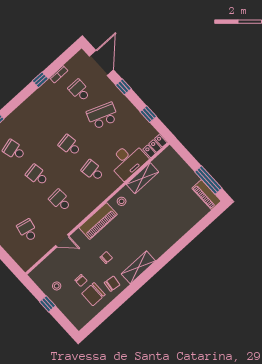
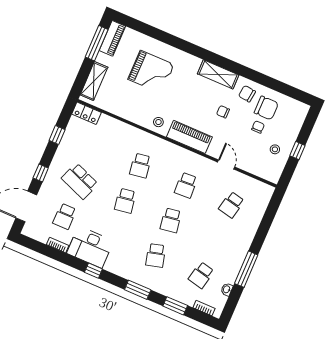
window: (40, 80) -> (93, 271), moved
desk: (128, 161) -> (90, 247), moved, turned 180
shelving: (143, 178) -> (94, 81), moved, turned 90
grand piano: (165, 214) -> (151, 72), added

